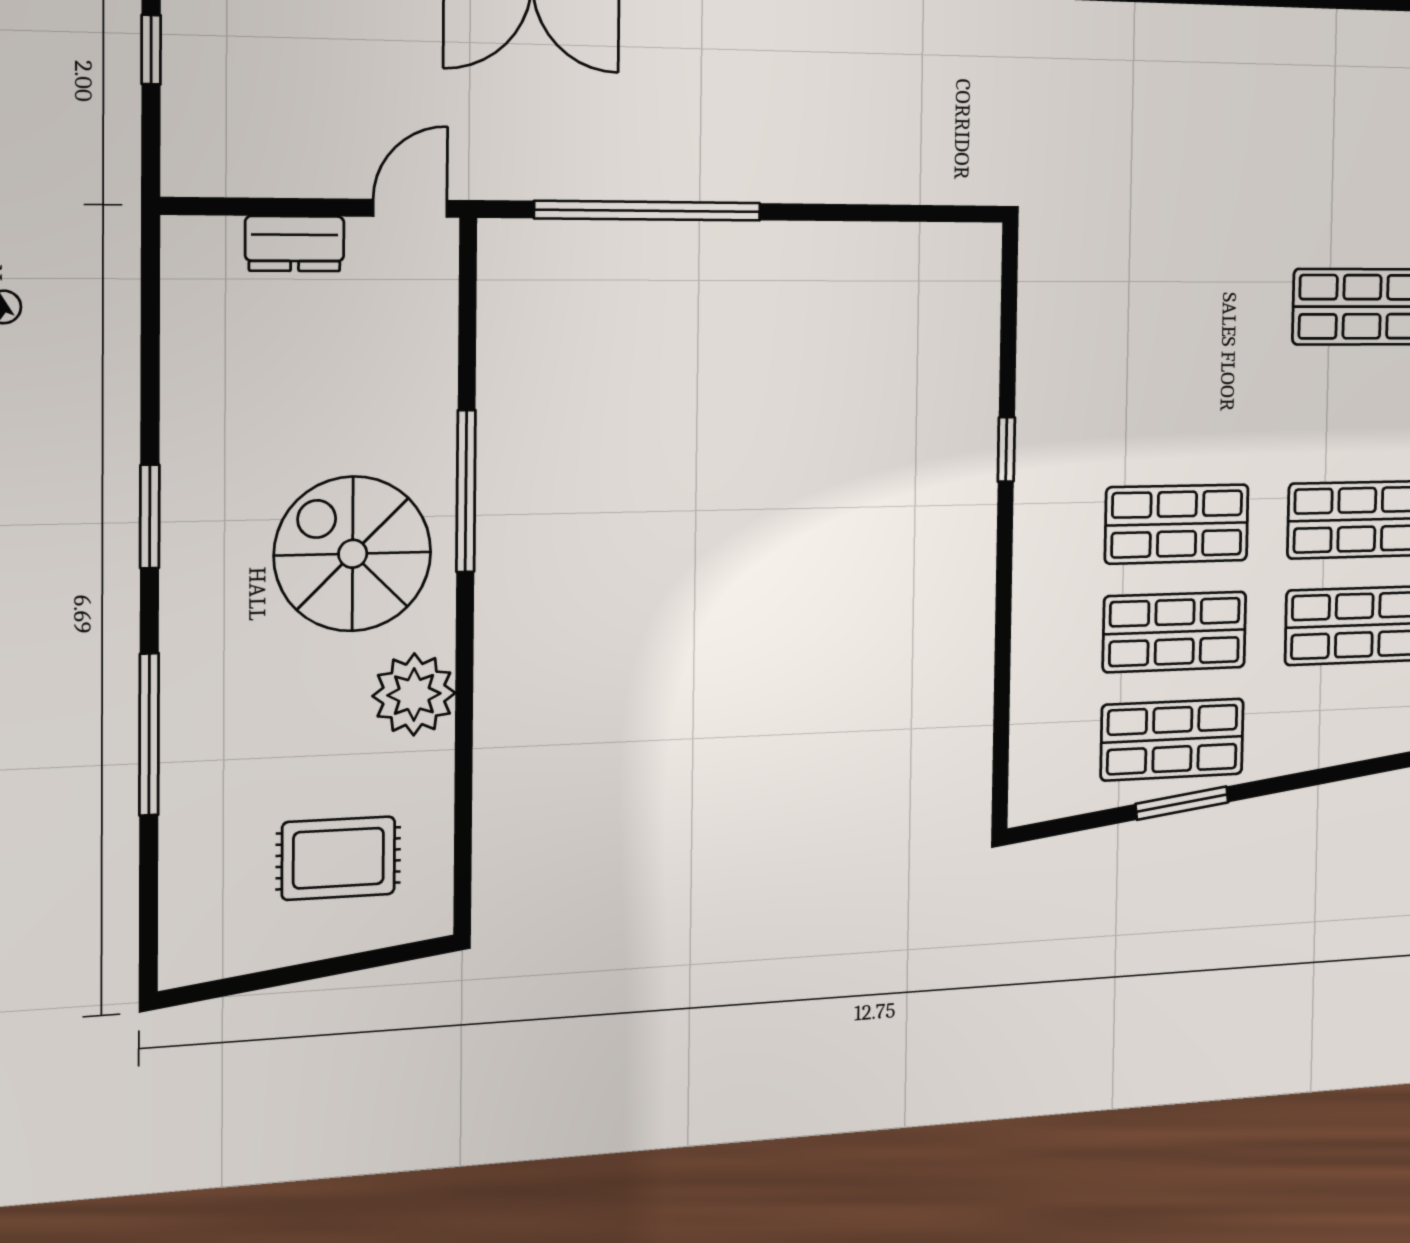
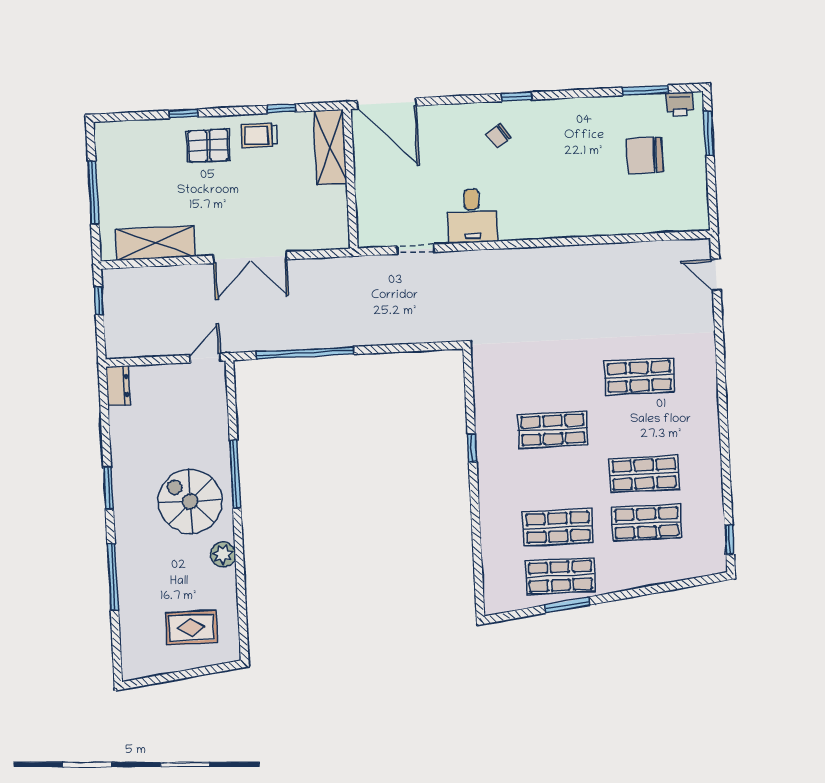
dresser: (295, 244) -> (118, 386), moved, turned -90
shop shelf: (1177, 524) -> (553, 430), moved
plant: (414, 694) -> (223, 554), width x0.73, depth x0.73

